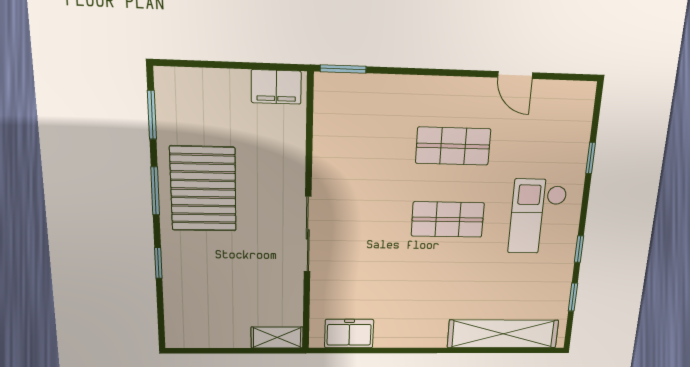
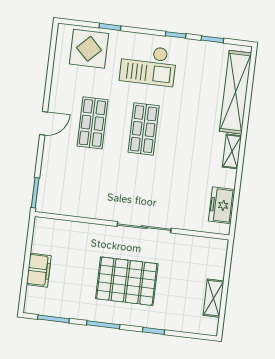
door: (515, 75) -> (44, 123), moved
filing cabinet: (276, 87) -> (39, 270), moved
display table: (560, 131) -> (89, 49), added
pallet: (203, 189) -> (127, 281), moved
shelving: (277, 337) -> (213, 298), moved
shelving: (423, 338) -> (232, 151), added

